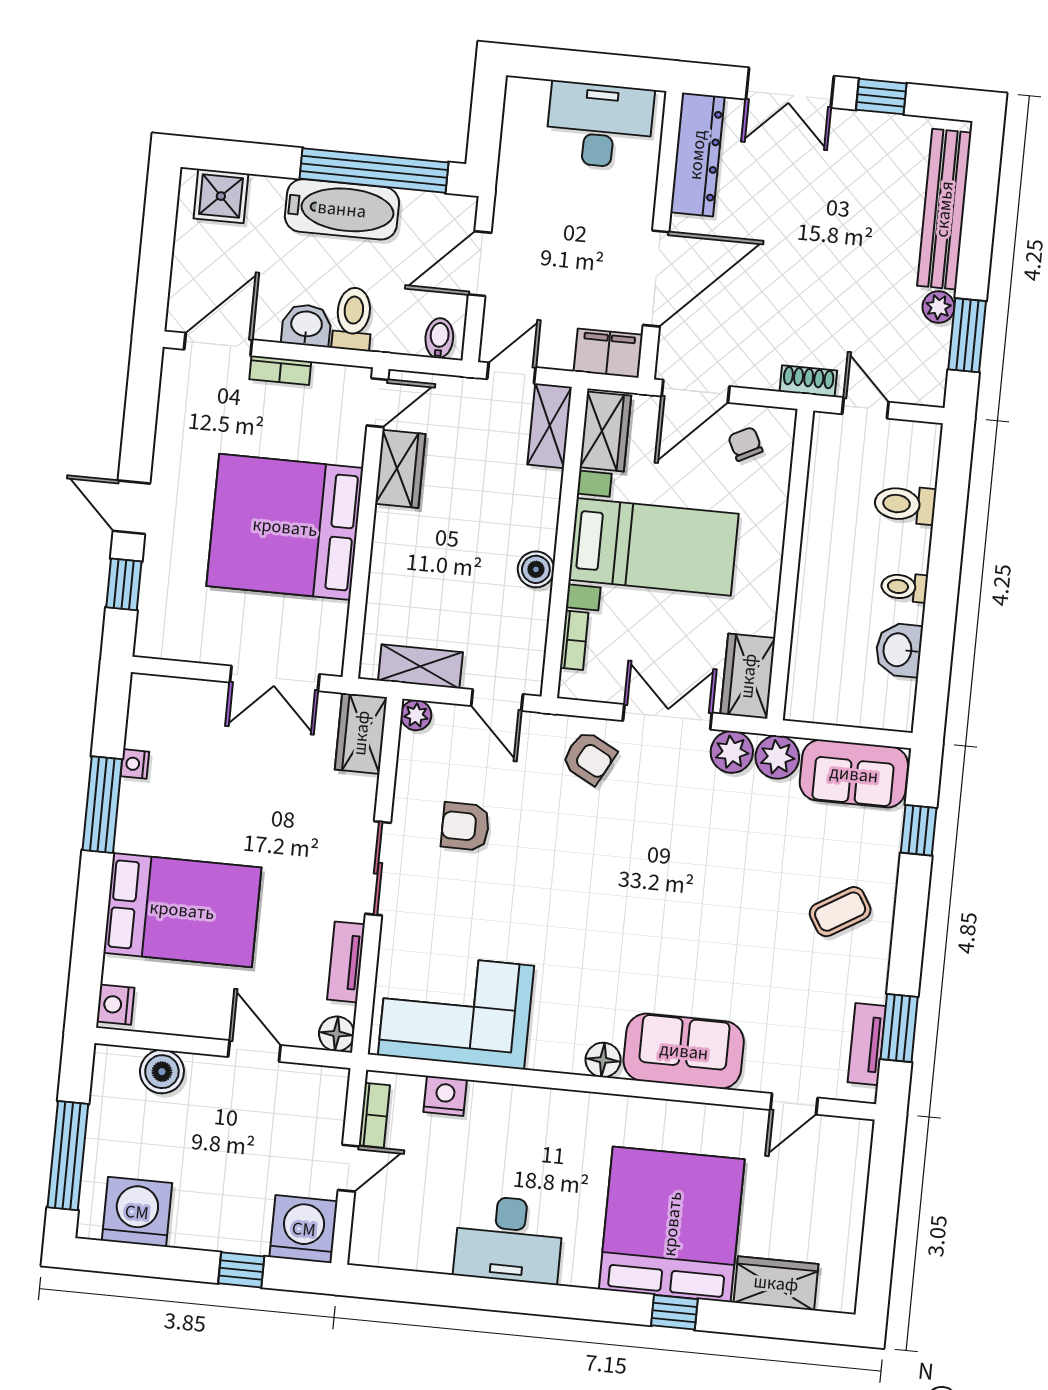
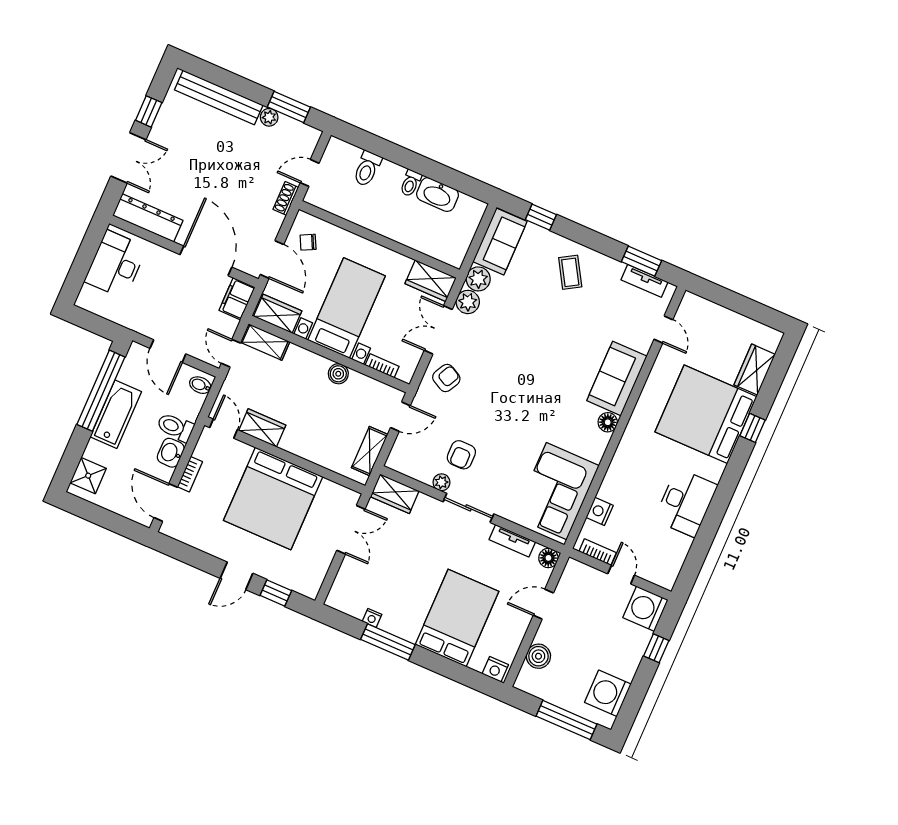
washbasin: (899, 650) -> (438, 195), width x1.38
plant: (416, 715) -> (441, 482), moved

